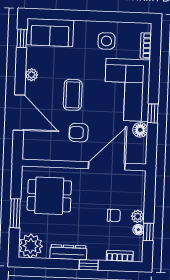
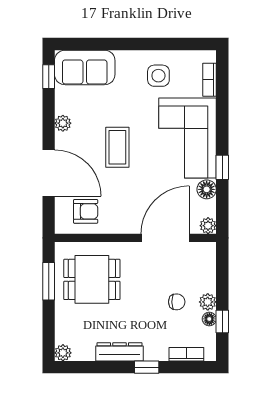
armchair: (79, 133) -> (86, 211), moved, turned 180
plant: (140, 158) -> (208, 226), added
window: (15, 213) -> (49, 281), moved
plant: (31, 246) -> (63, 353), width x0.53, depth x0.53

